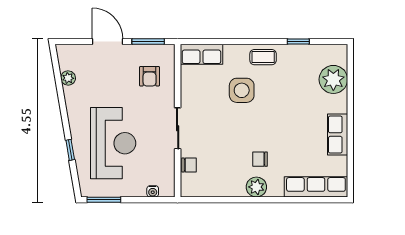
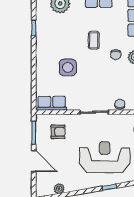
door: (108, 42) -> (34, 161), swing flipped
row of seats: (201, 54) -> (52, 103), moved, turned -90
coffee table: (263, 57) -> (94, 40), moved

